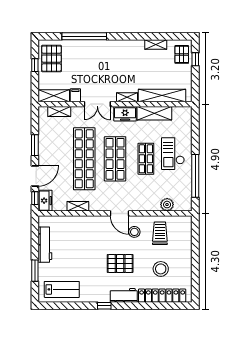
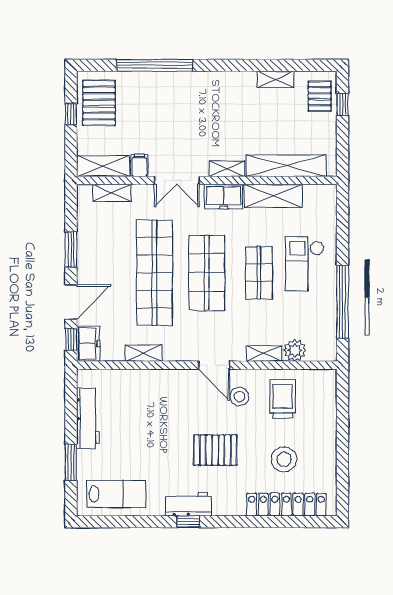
shelving: (149, 206) -> (264, 353), added
workbench: (124, 295) -> (188, 504), moved

